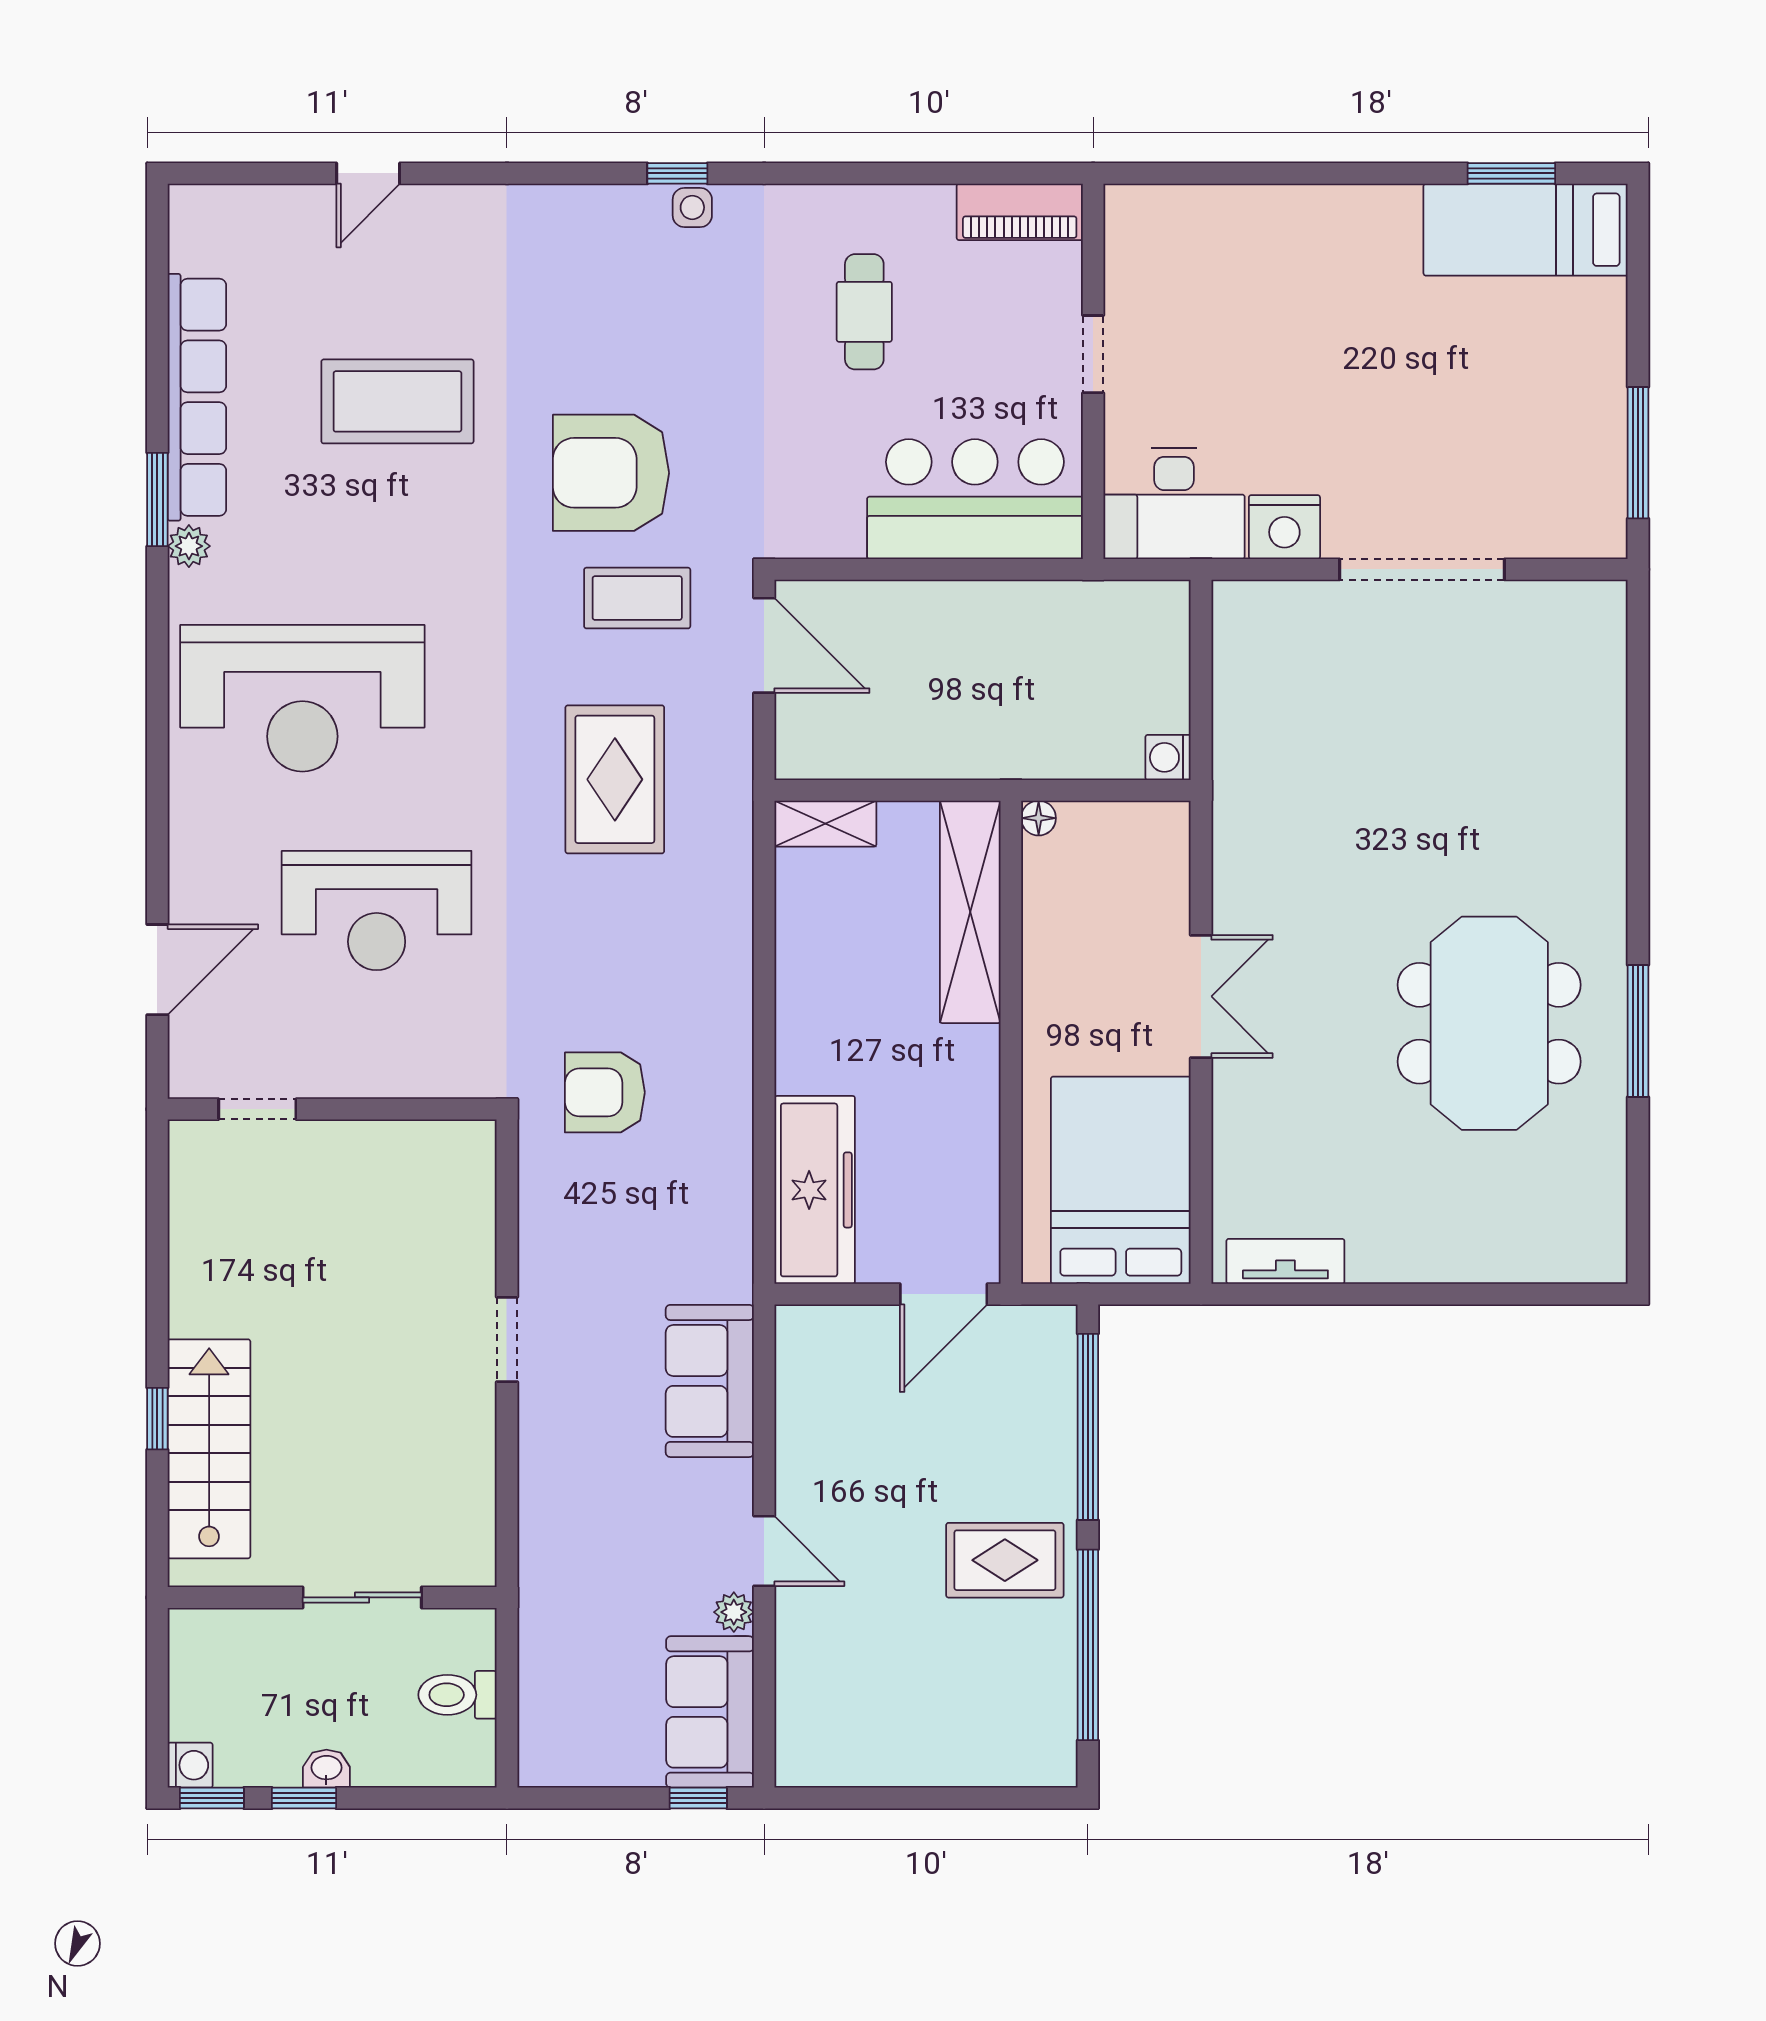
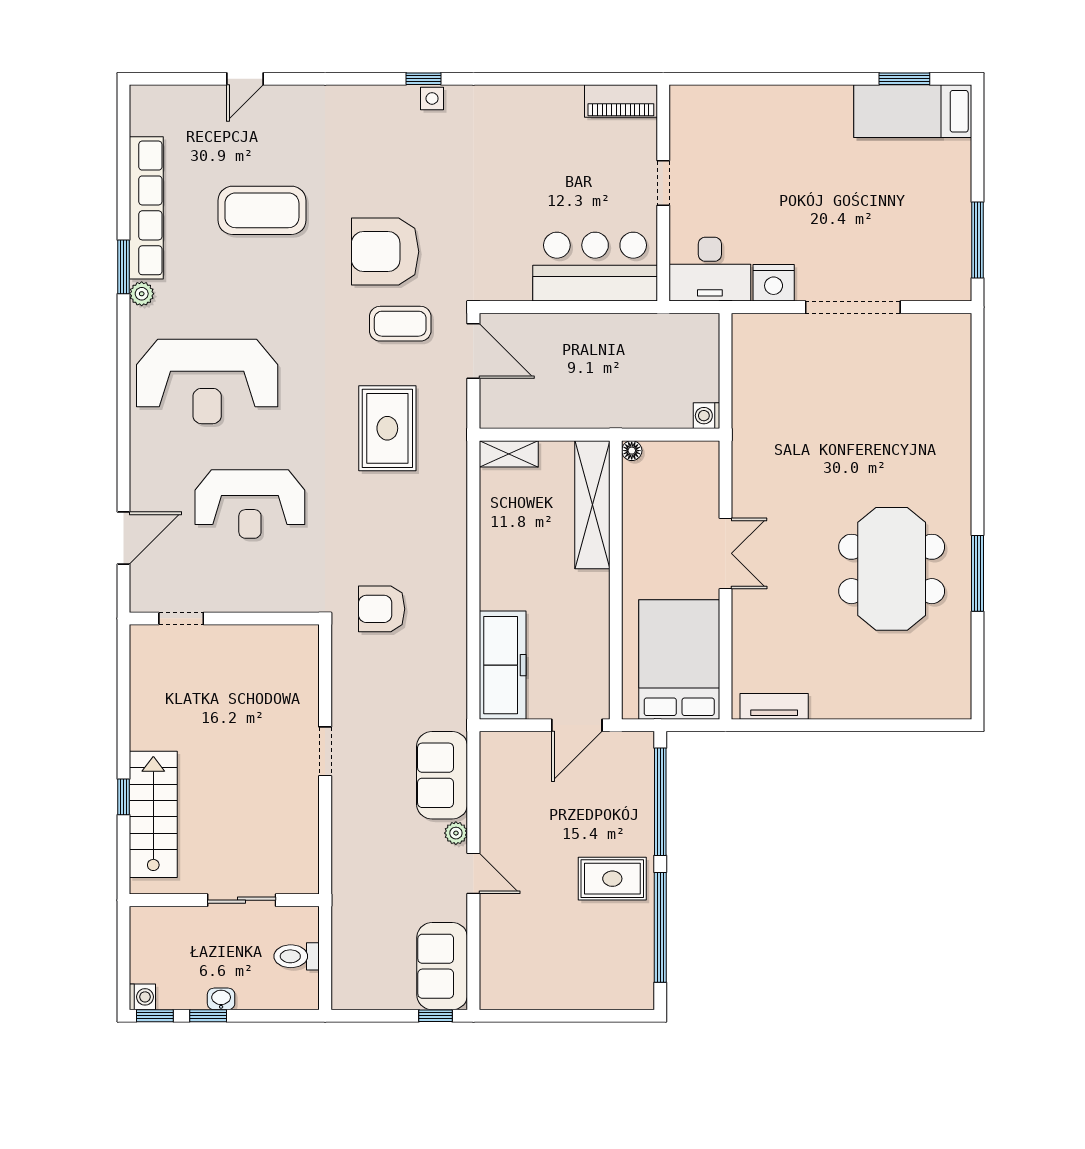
cafe table: (864, 312) -> (531, 159), removed
plant: (734, 1612) -> (456, 833), moved

